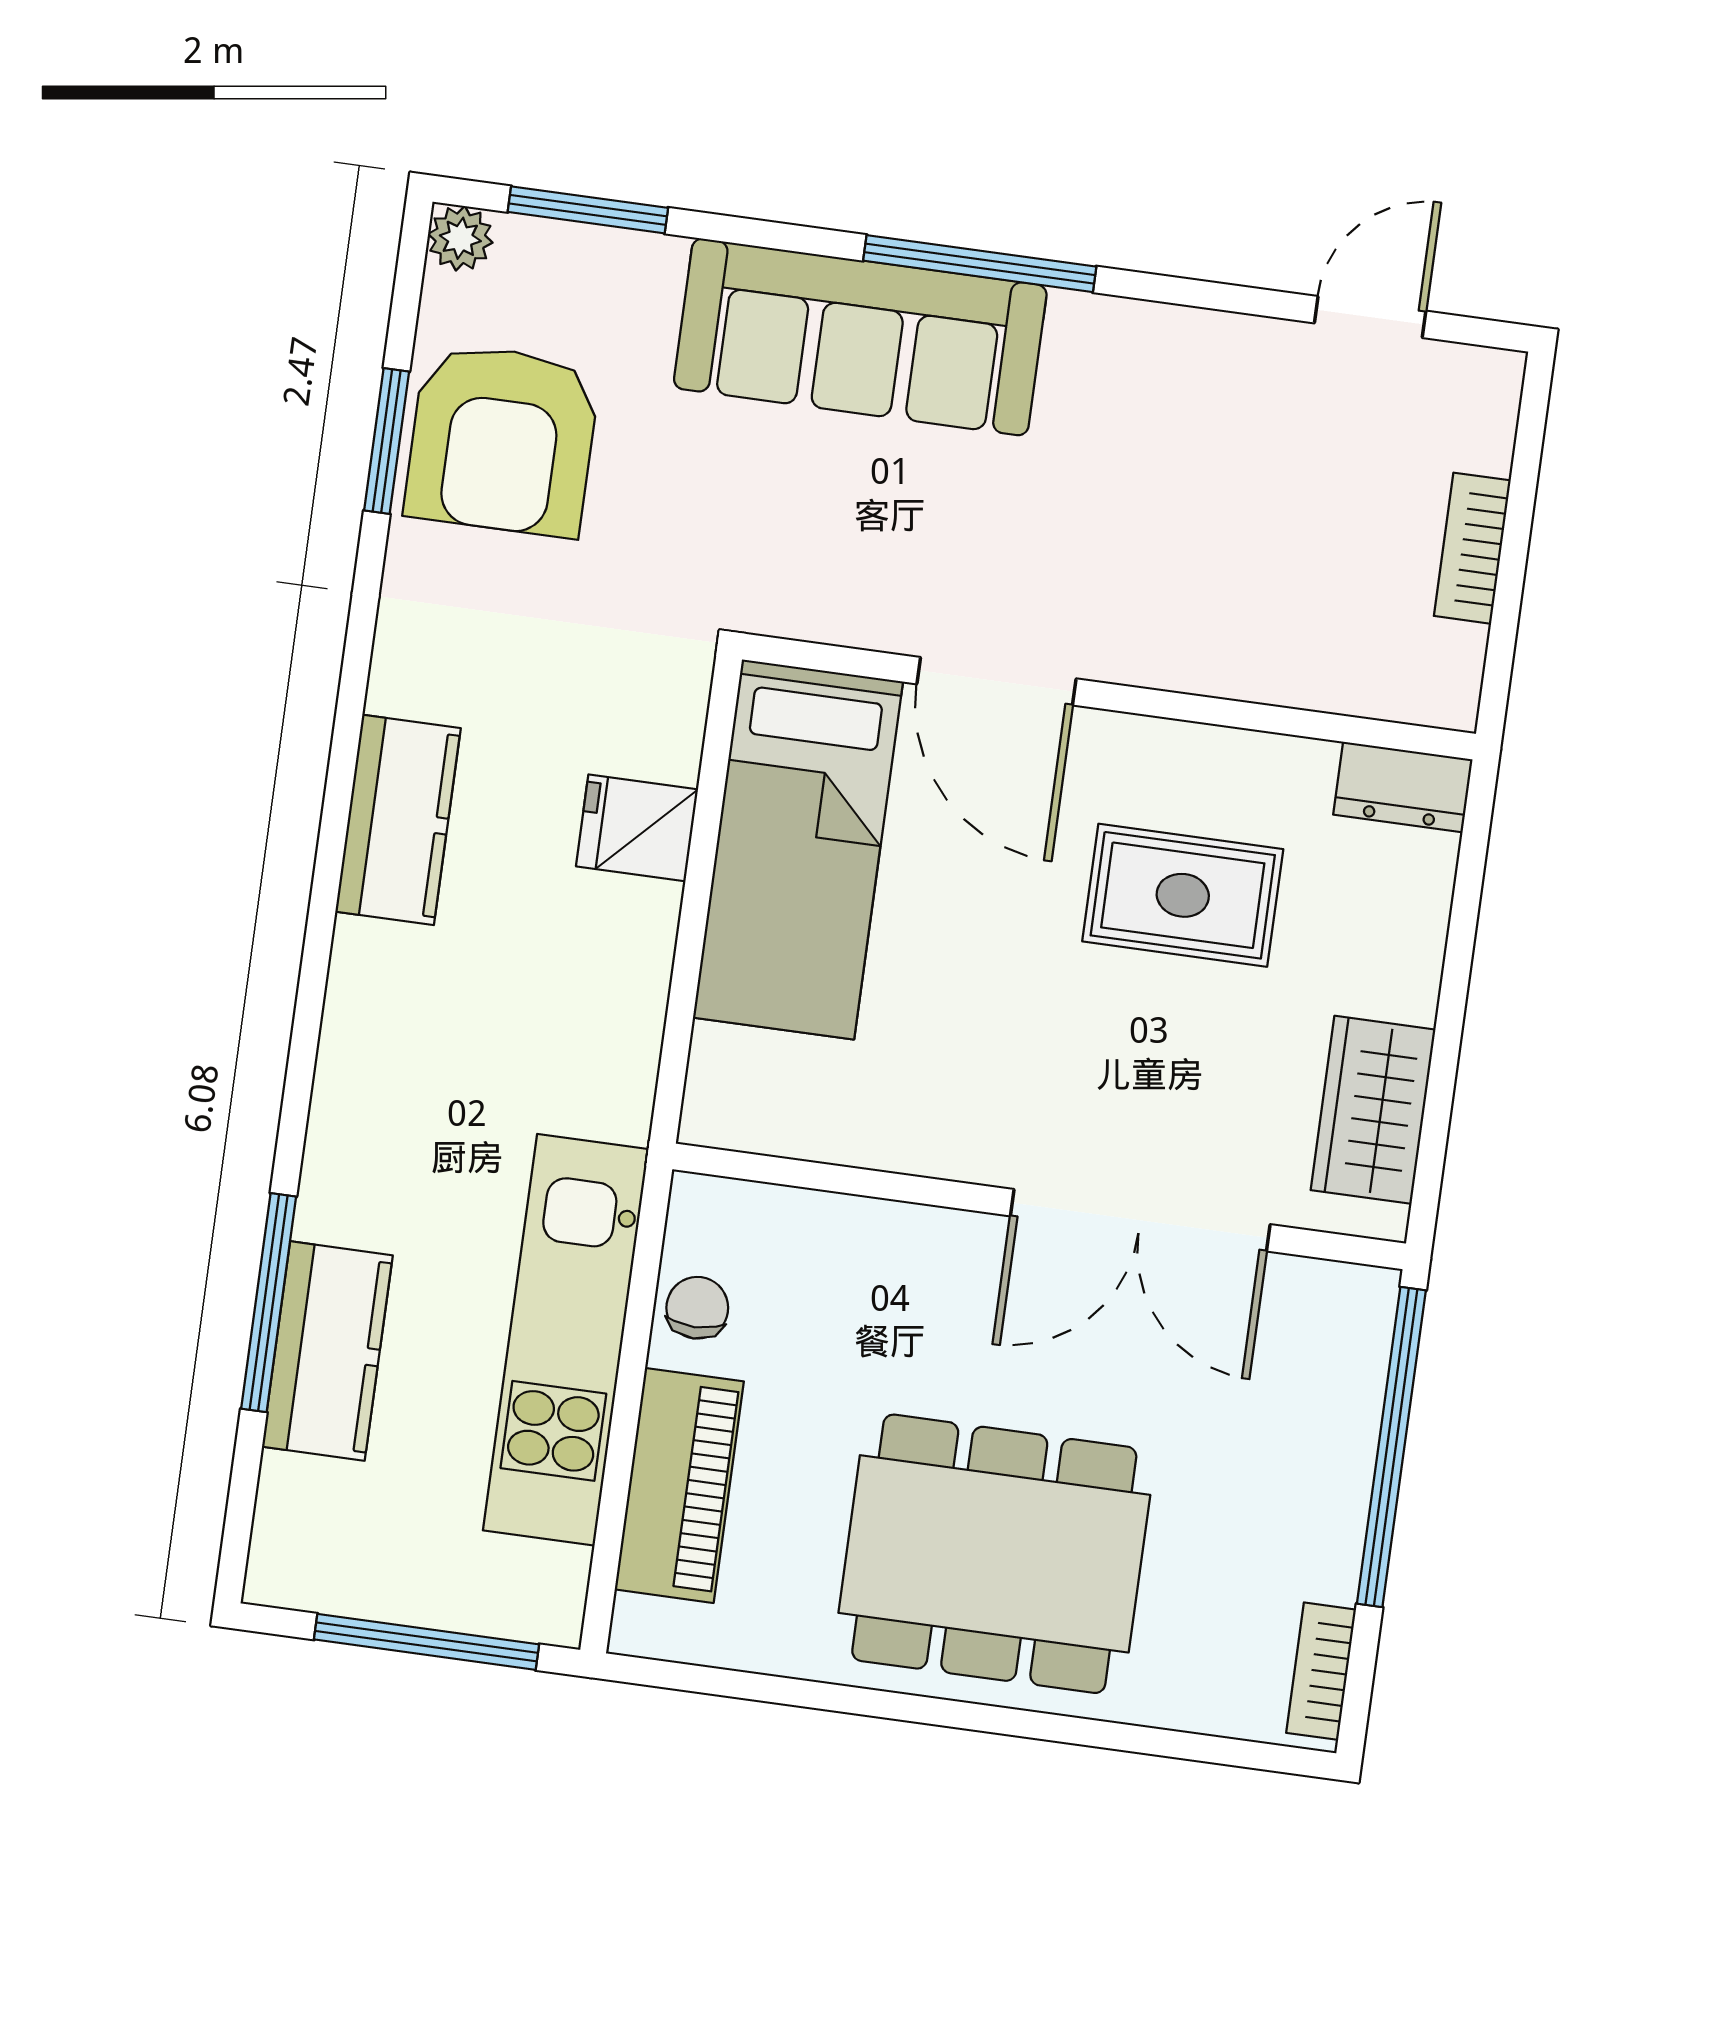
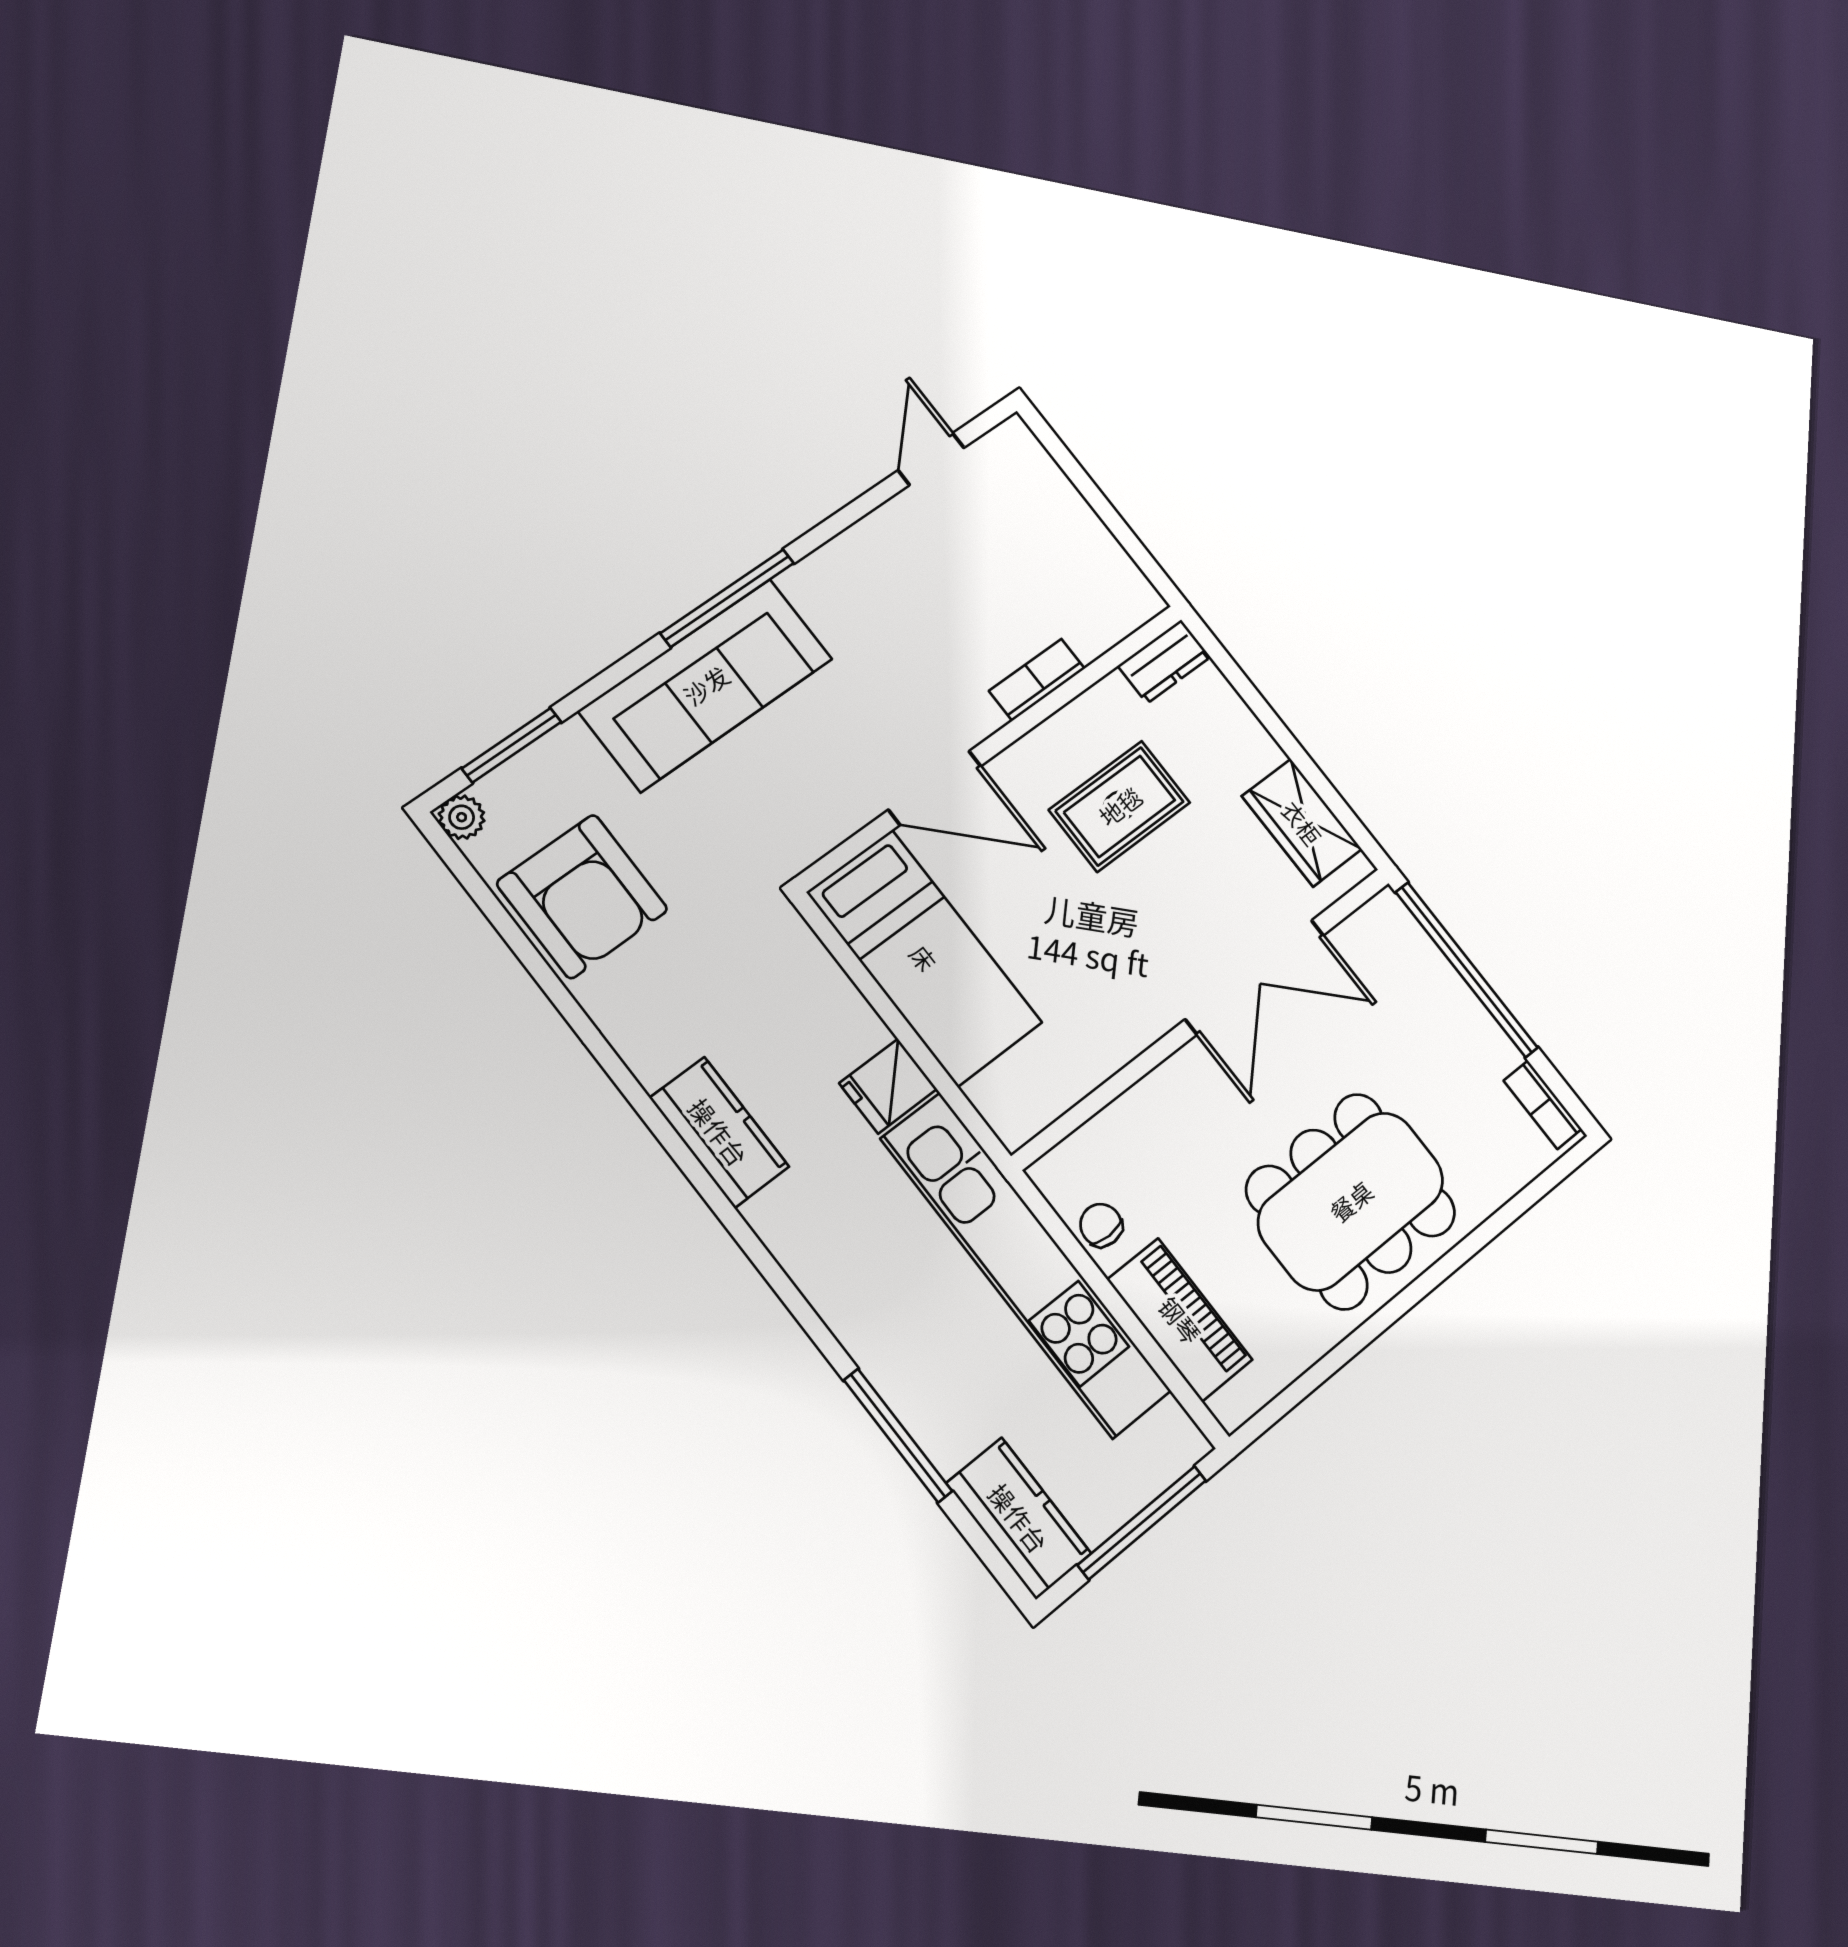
window: (387, 441) -> (525, 951), removed
bookcase: (1472, 548) -> (1037, 680), moved, turned 90
fridge: (637, 828) -> (888, 1086), moved
kitchen unit: (566, 1340) -> (1026, 1265), width x1.36
kitchen counter: (327, 1351) -> (1019, 1518), moved

